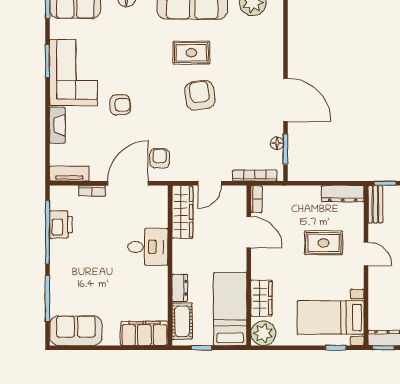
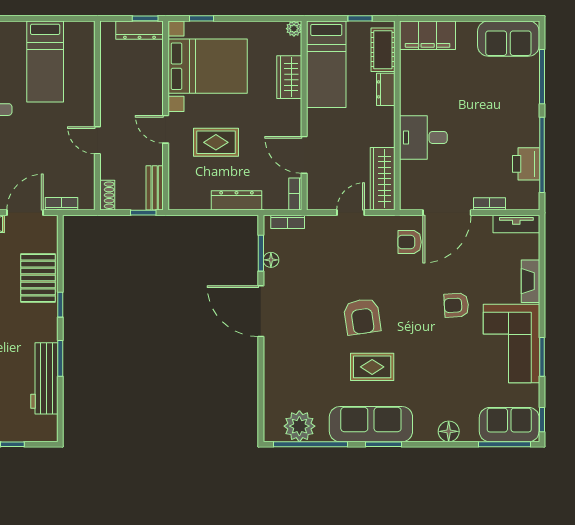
armchair: (160, 158) -> (410, 242), turned 90
bookcase: (255, 175) -> (288, 222), width x0.64
dresser: (343, 194) -> (237, 200), moved
bed with nightstands: (331, 317) -> (208, 66), width x1.36
plant: (263, 333) -> (294, 29), width x0.53, depth x0.53

